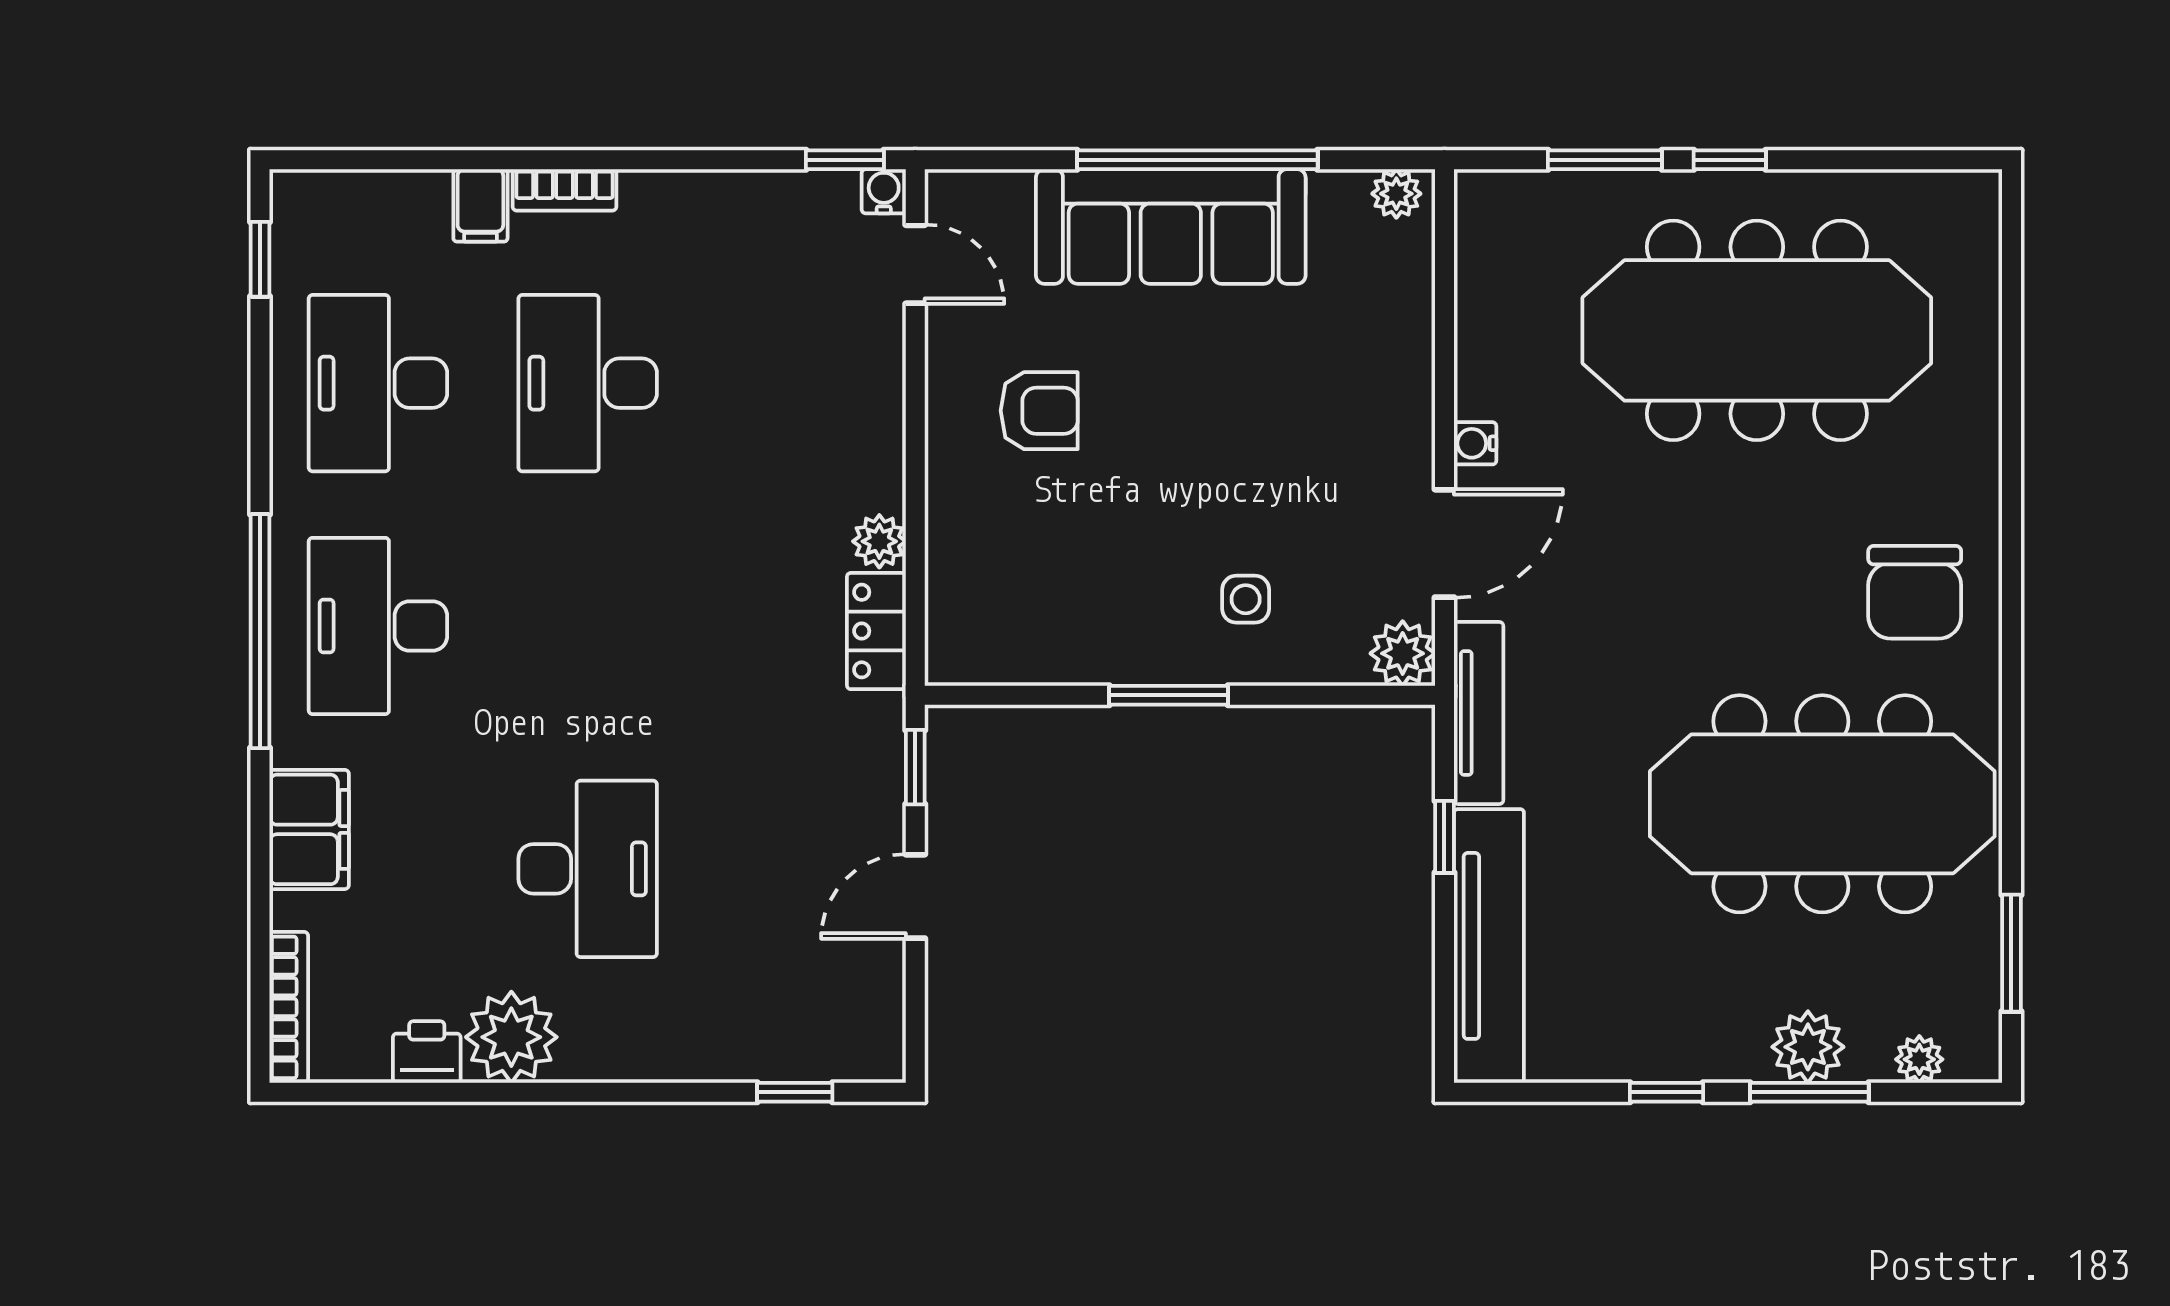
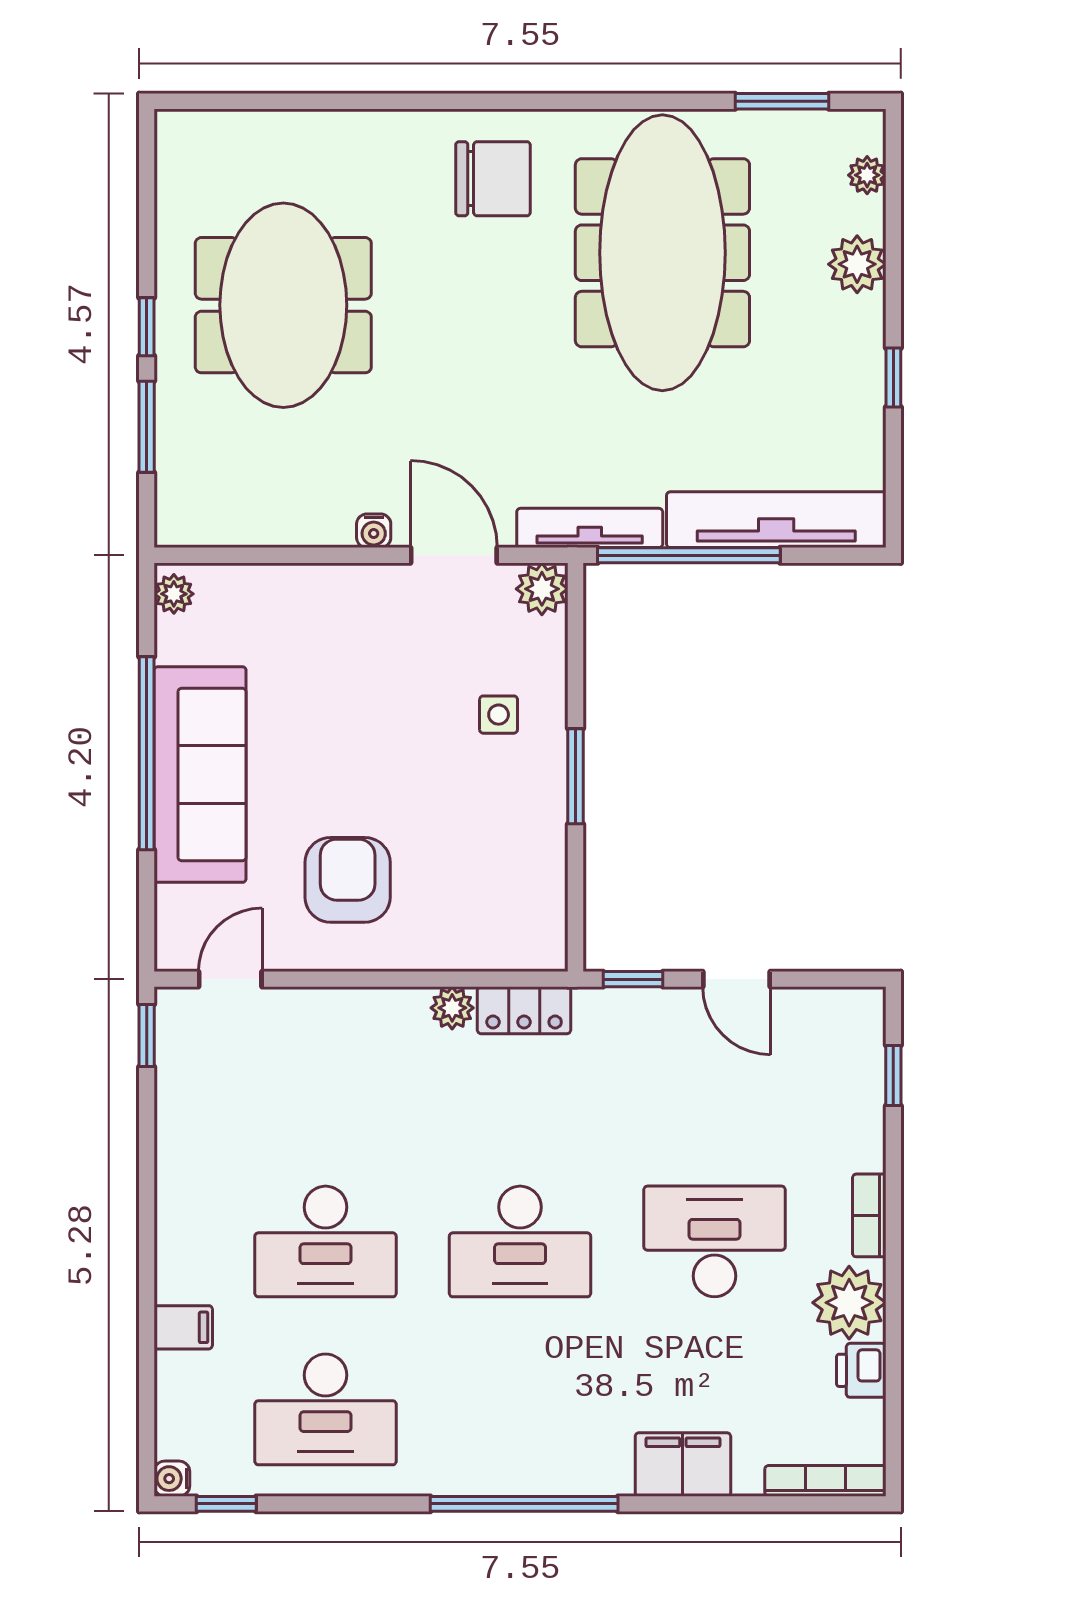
bookcase: (565, 190) -> (869, 1215), moved, turned 180
water cooler: (884, 191) -> (172, 1479), moved
meeting table: (1757, 330) -> (283, 305), width x0.73
armchair: (1039, 411) -> (348, 880), width x1.38, depth x1.38
desk: (378, 626) -> (520, 1241), moved
window: (1444, 837) -> (689, 555), width x3.17
window: (1809, 1092) -> (893, 263), removed

